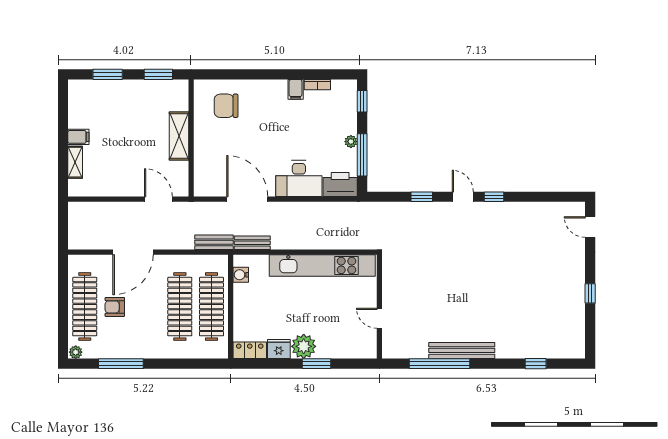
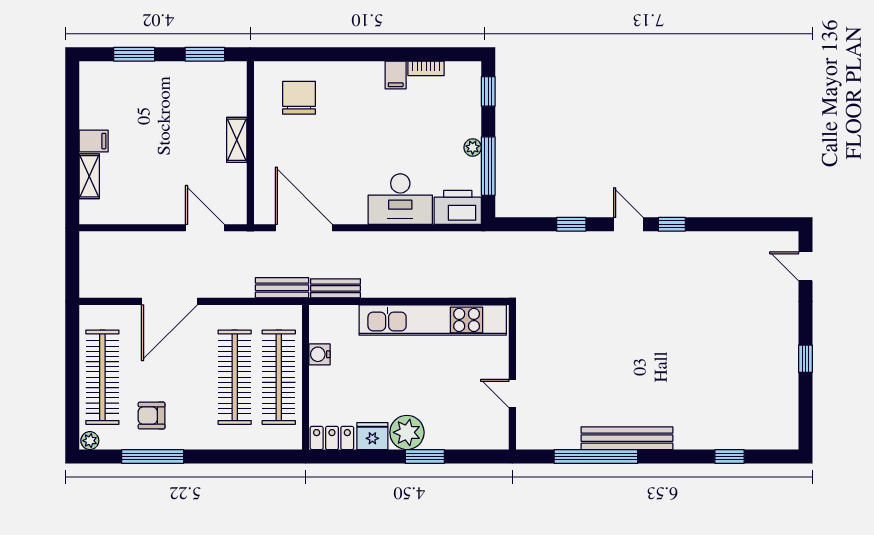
chair: (226, 106) -> (299, 98), turned 90
shelving: (179, 136) -> (237, 140), width x0.67, depth x0.75
door: (247, 199) -> (304, 228), moved
water cooler: (241, 275) -> (320, 354), moved
armchair: (115, 307) -> (152, 416), moved

